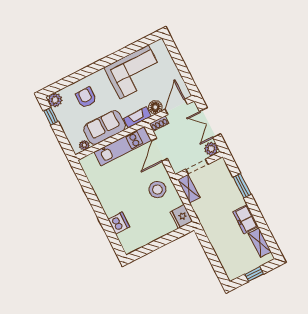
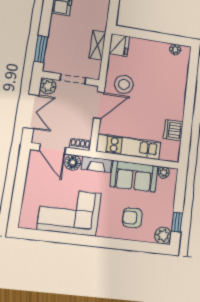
armchair: (86, 97) -> (132, 218), turned 90
door: (176, 107) -> (52, 149), hinge flipped
door: (159, 150) -> (99, 105), moved
window: (242, 186) -> (41, 49), moved
shelving: (189, 189) -> (97, 45), moved
dishwasher: (119, 223) -> (173, 130), moved
plant: (137, 244) -> (175, 49), added

